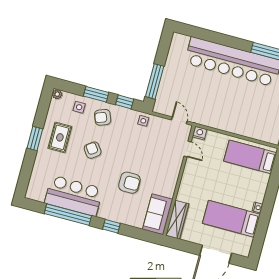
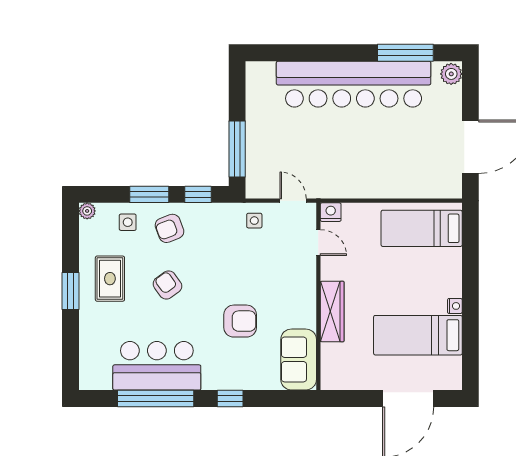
side table: (143, 121) -> (254, 221), moved
wardrobe: (177, 220) -> (332, 312), moved

